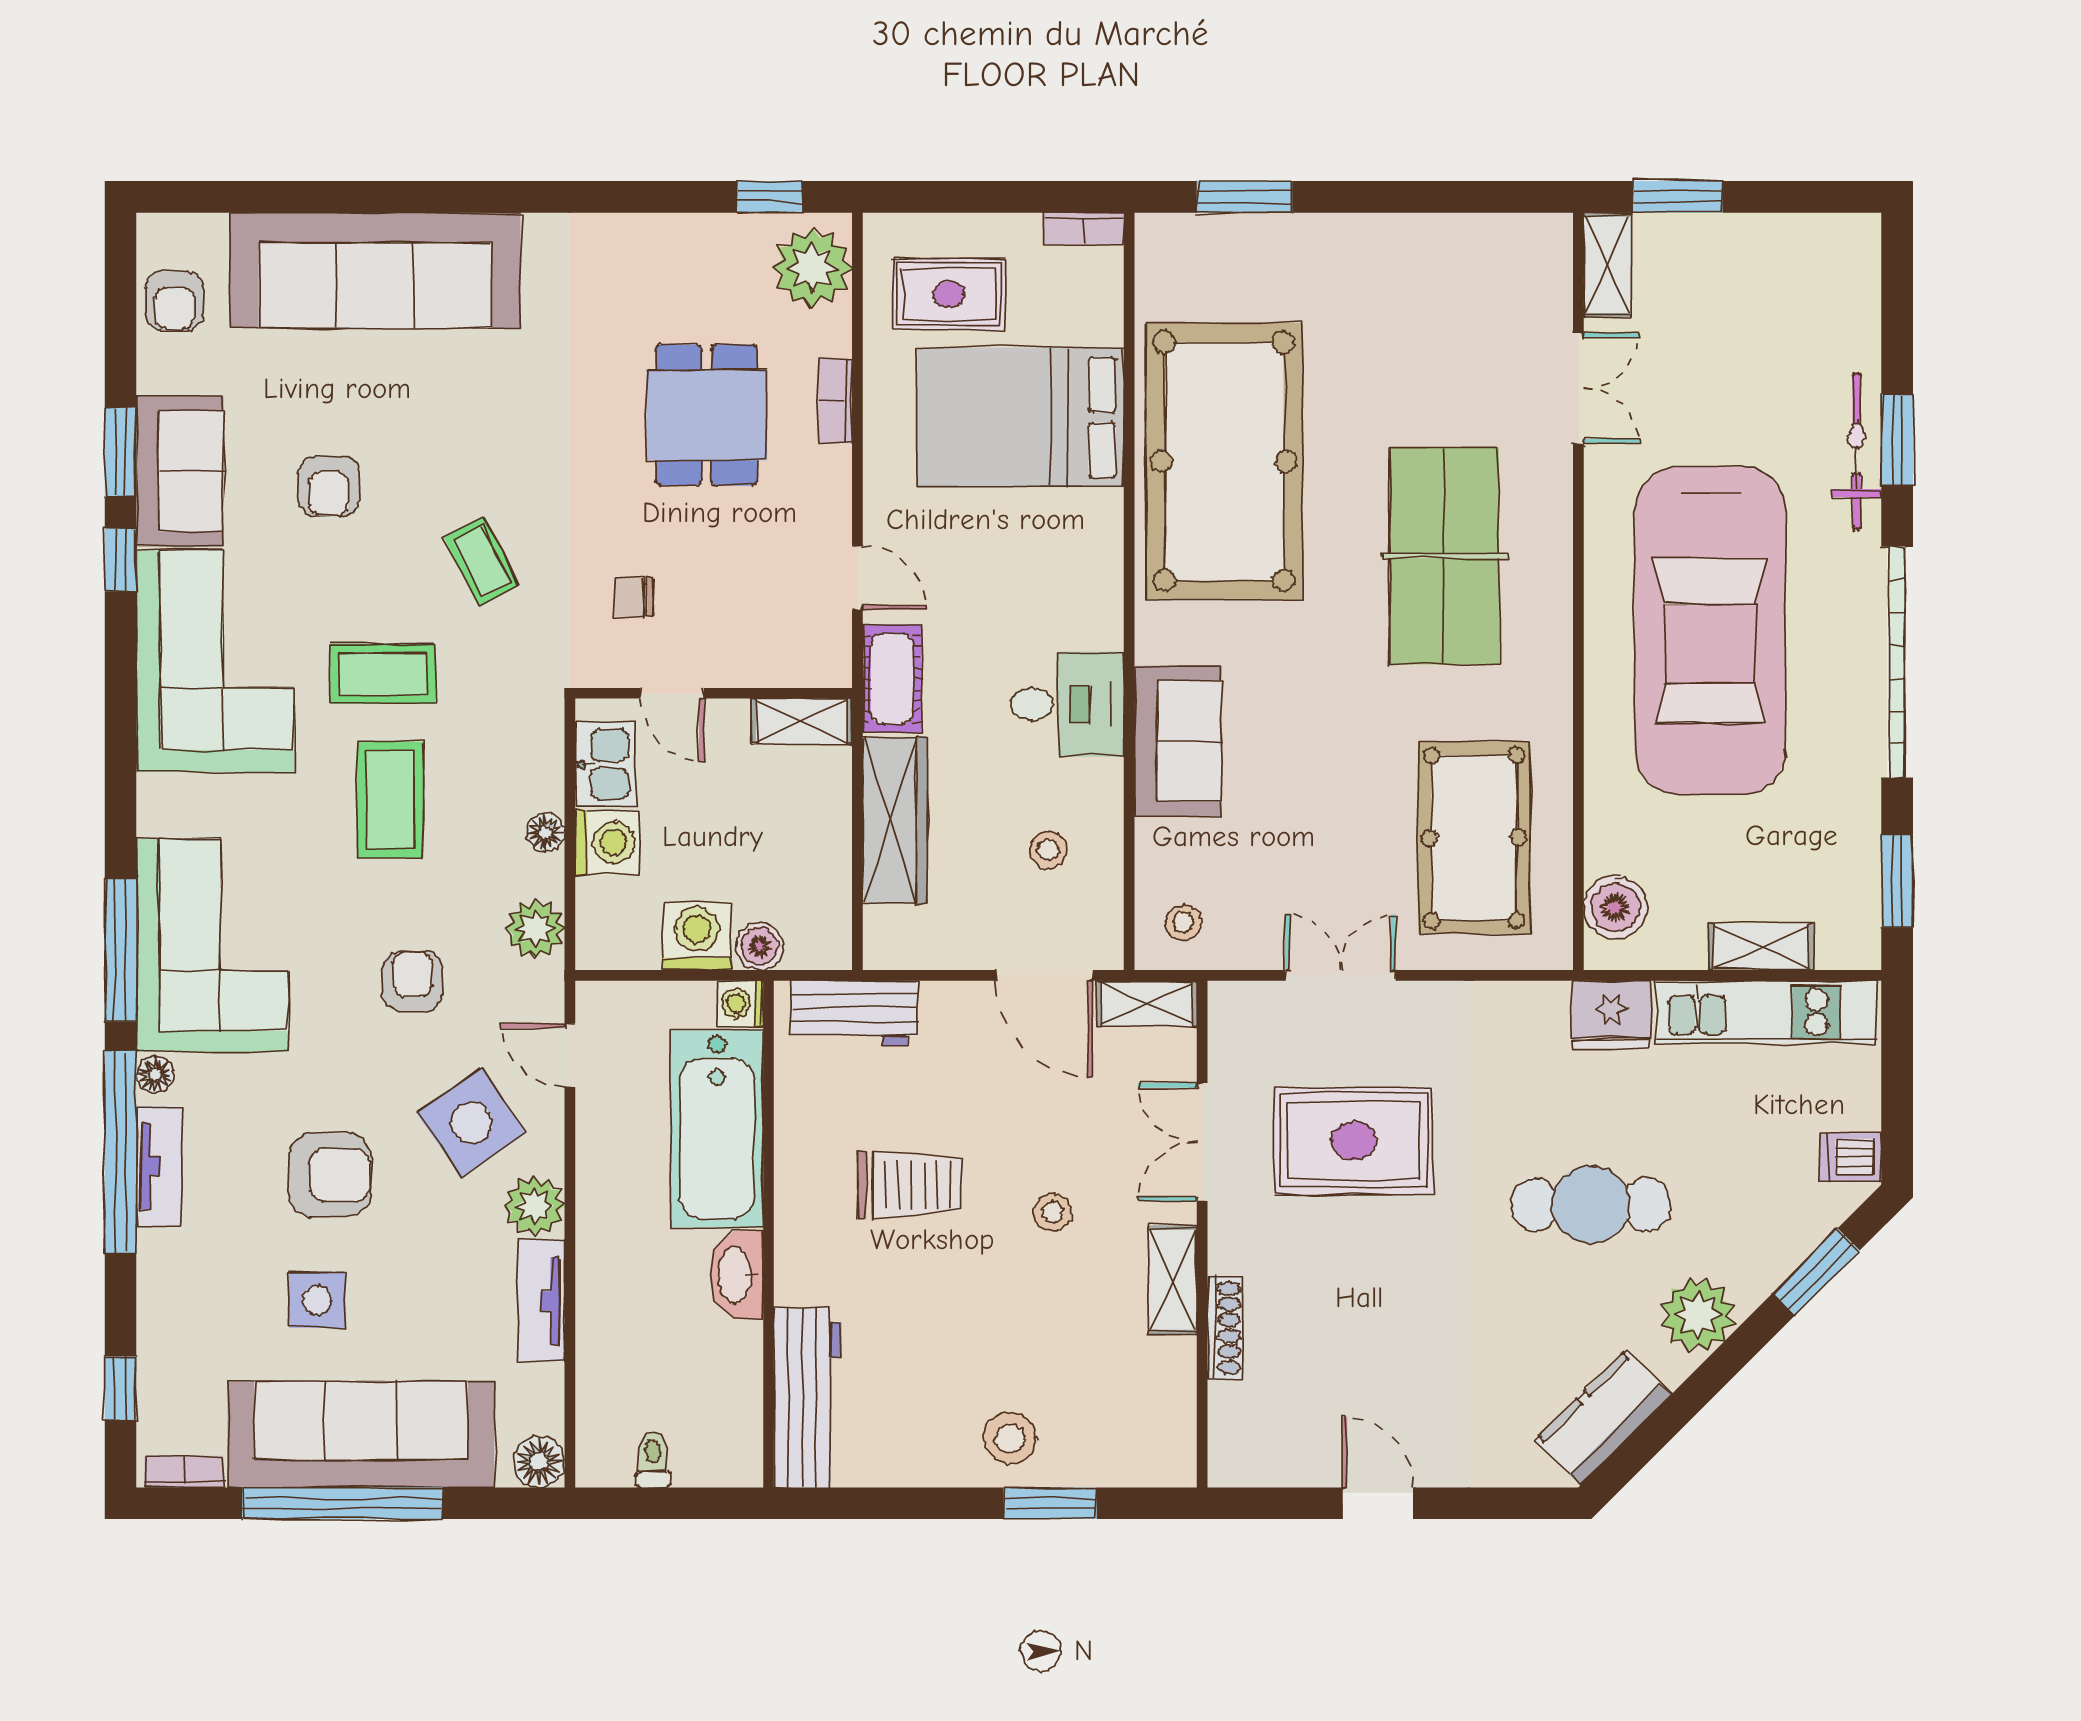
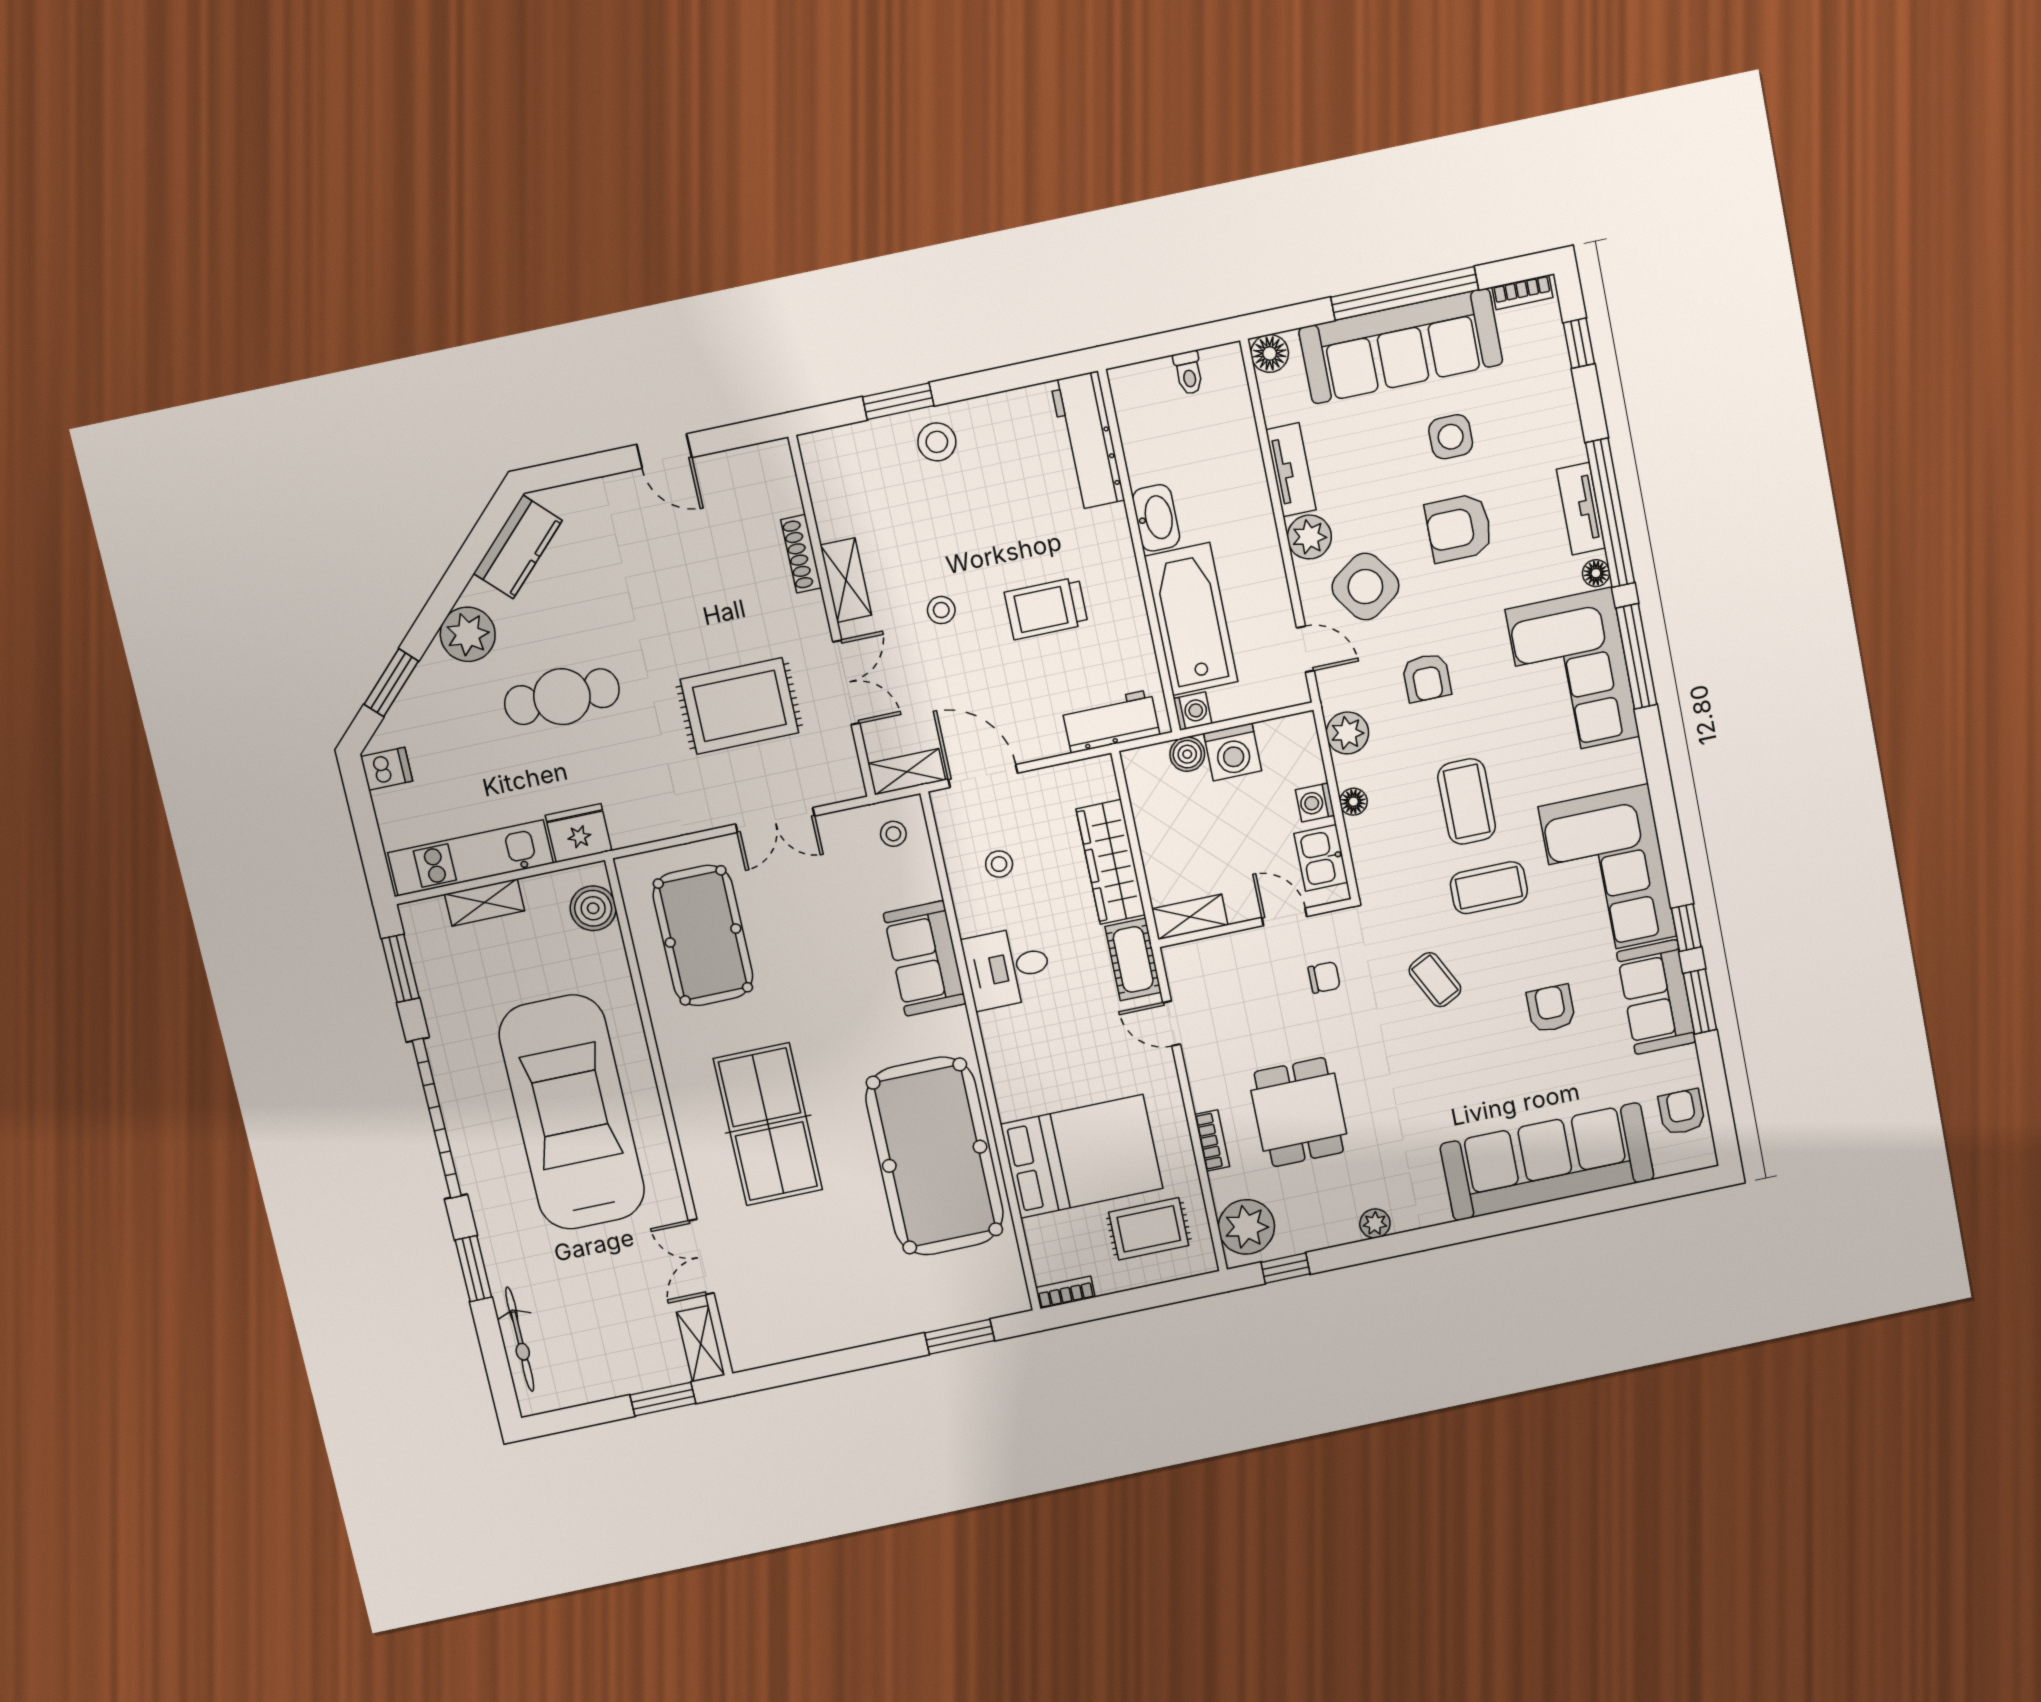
plant: (632, 234) -> (1375, 1223), added
bicycle: (1857, 452) -> (520, 1339), moved
washing machine: (607, 843) -> (1315, 803), width x0.73, depth x0.73

